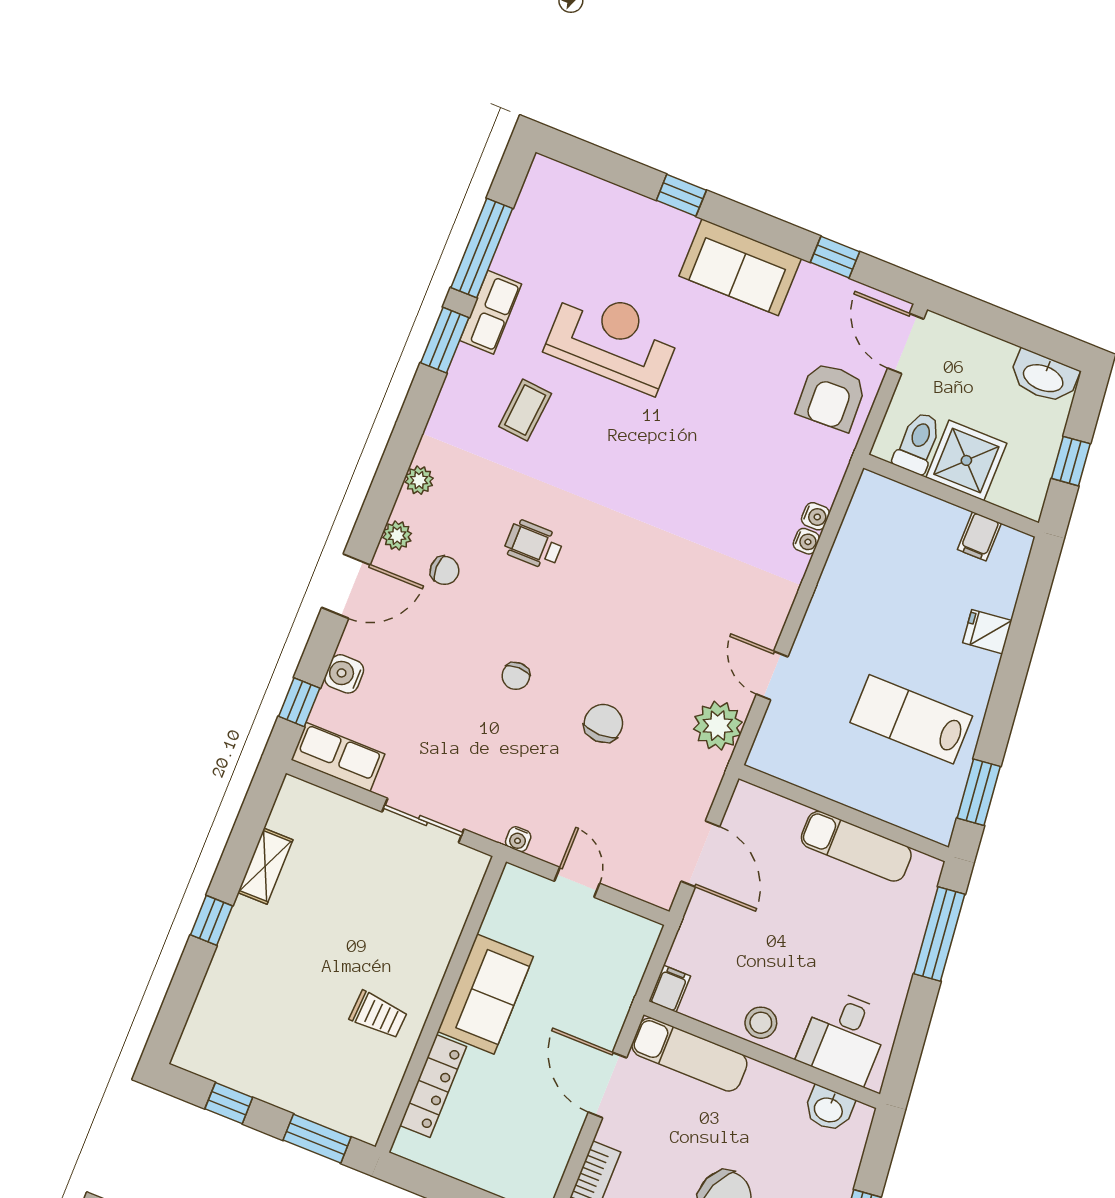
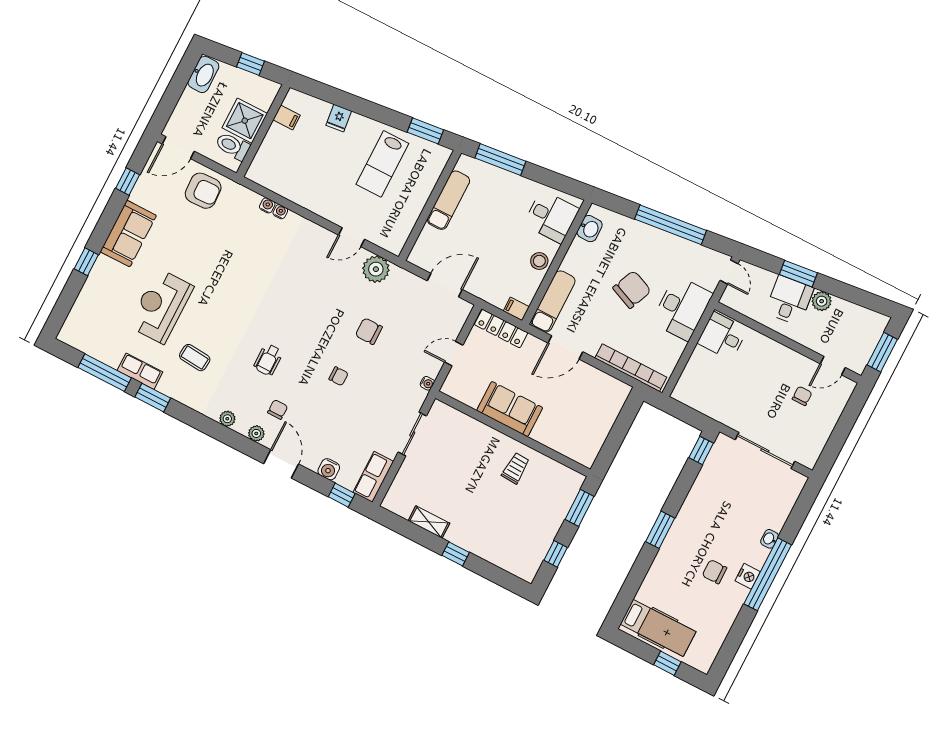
locker: (433, 1086) -> (501, 329), moved, turned 180

